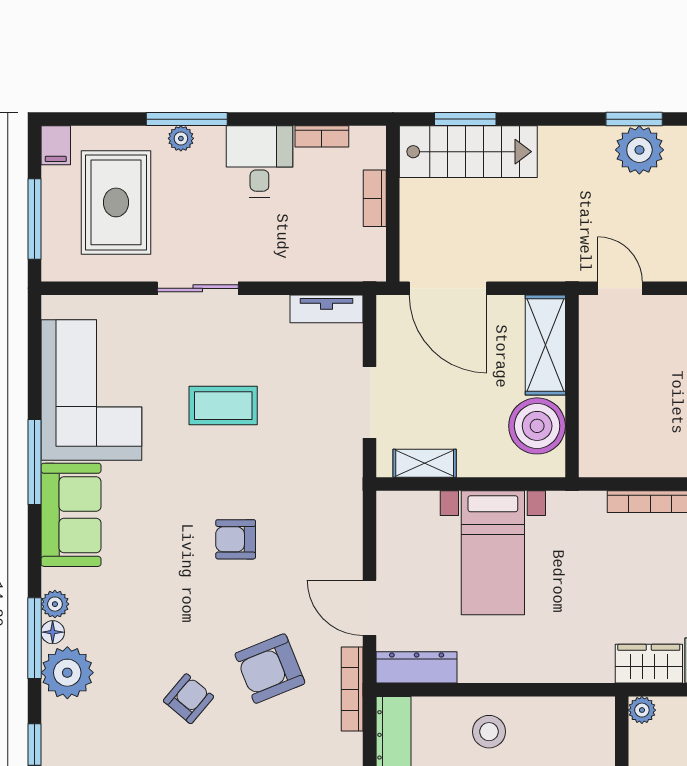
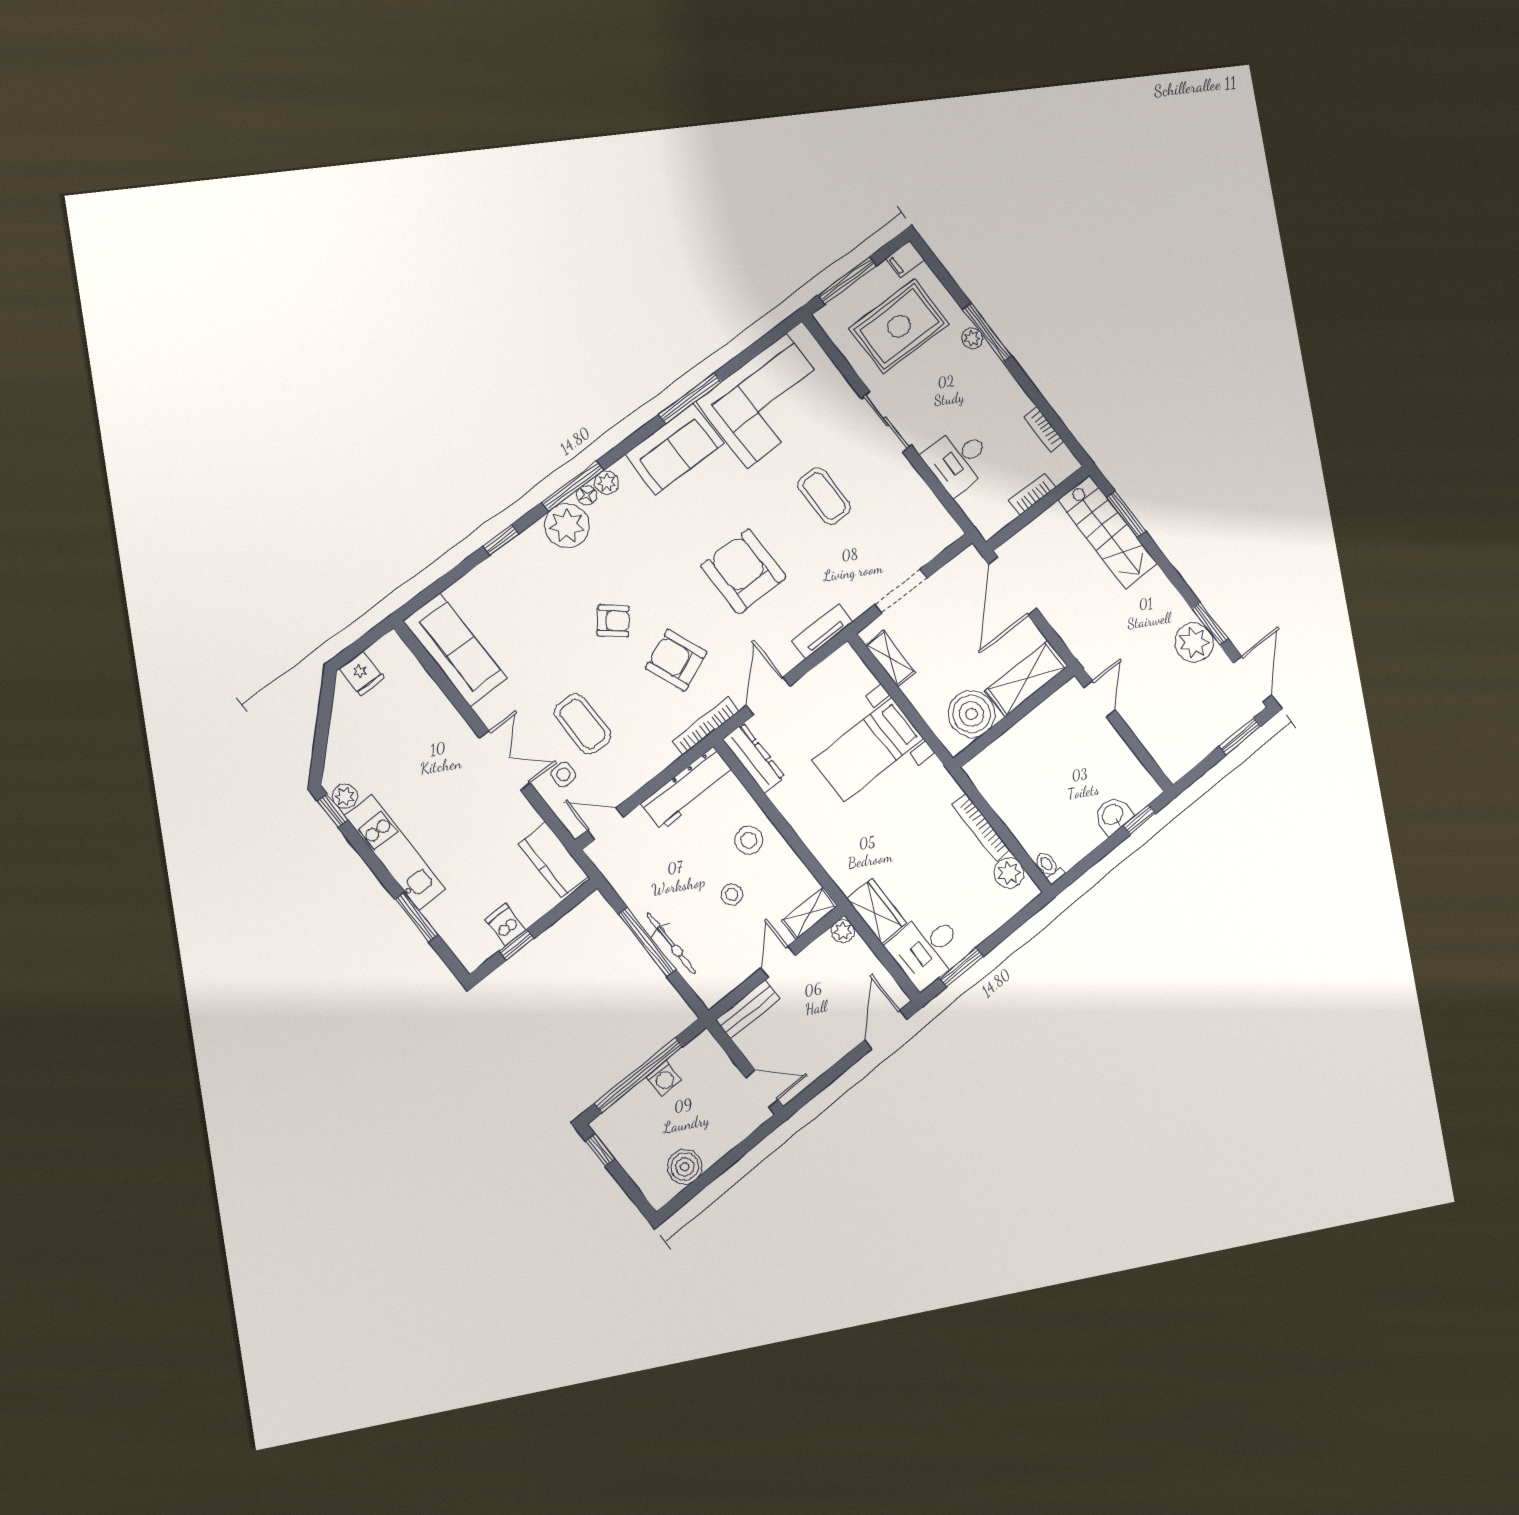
desk: (259, 161) -> (958, 460), moved, turned 180
tv unit: (326, 309) -> (822, 631), moved, turned 90
armchair: (236, 539) -> (744, 571), width x1.88, depth x1.88
shelving: (601, 728) -> (810, 913), added

